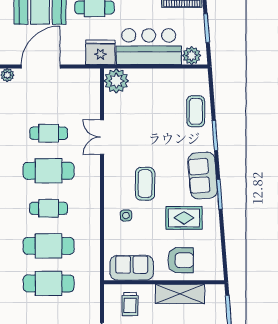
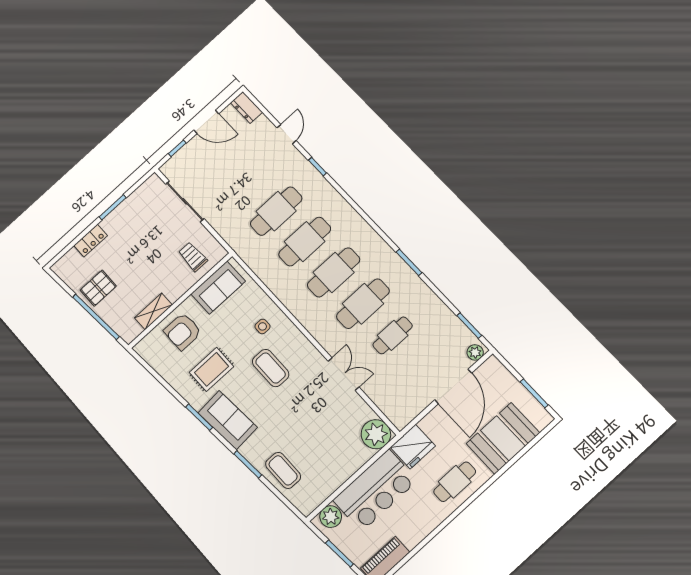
cafe table: (49, 208) -> (334, 272), width x1.37, depth x1.35
shelving: (180, 294) -> (153, 311), width x0.67, depth x0.75

